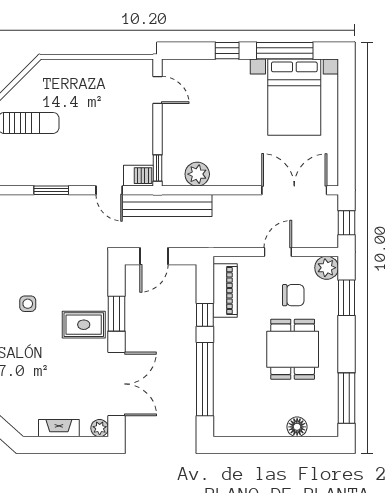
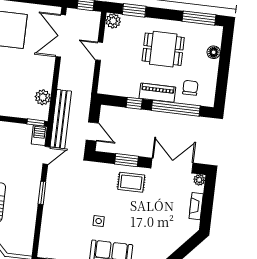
piano: (225, 291) -> (157, 93), moved
chair: (293, 295) -> (190, 88), moved
side table: (28, 304) -> (99, 221), moved
rug: (84, 325) -> (131, 182), turned 90

